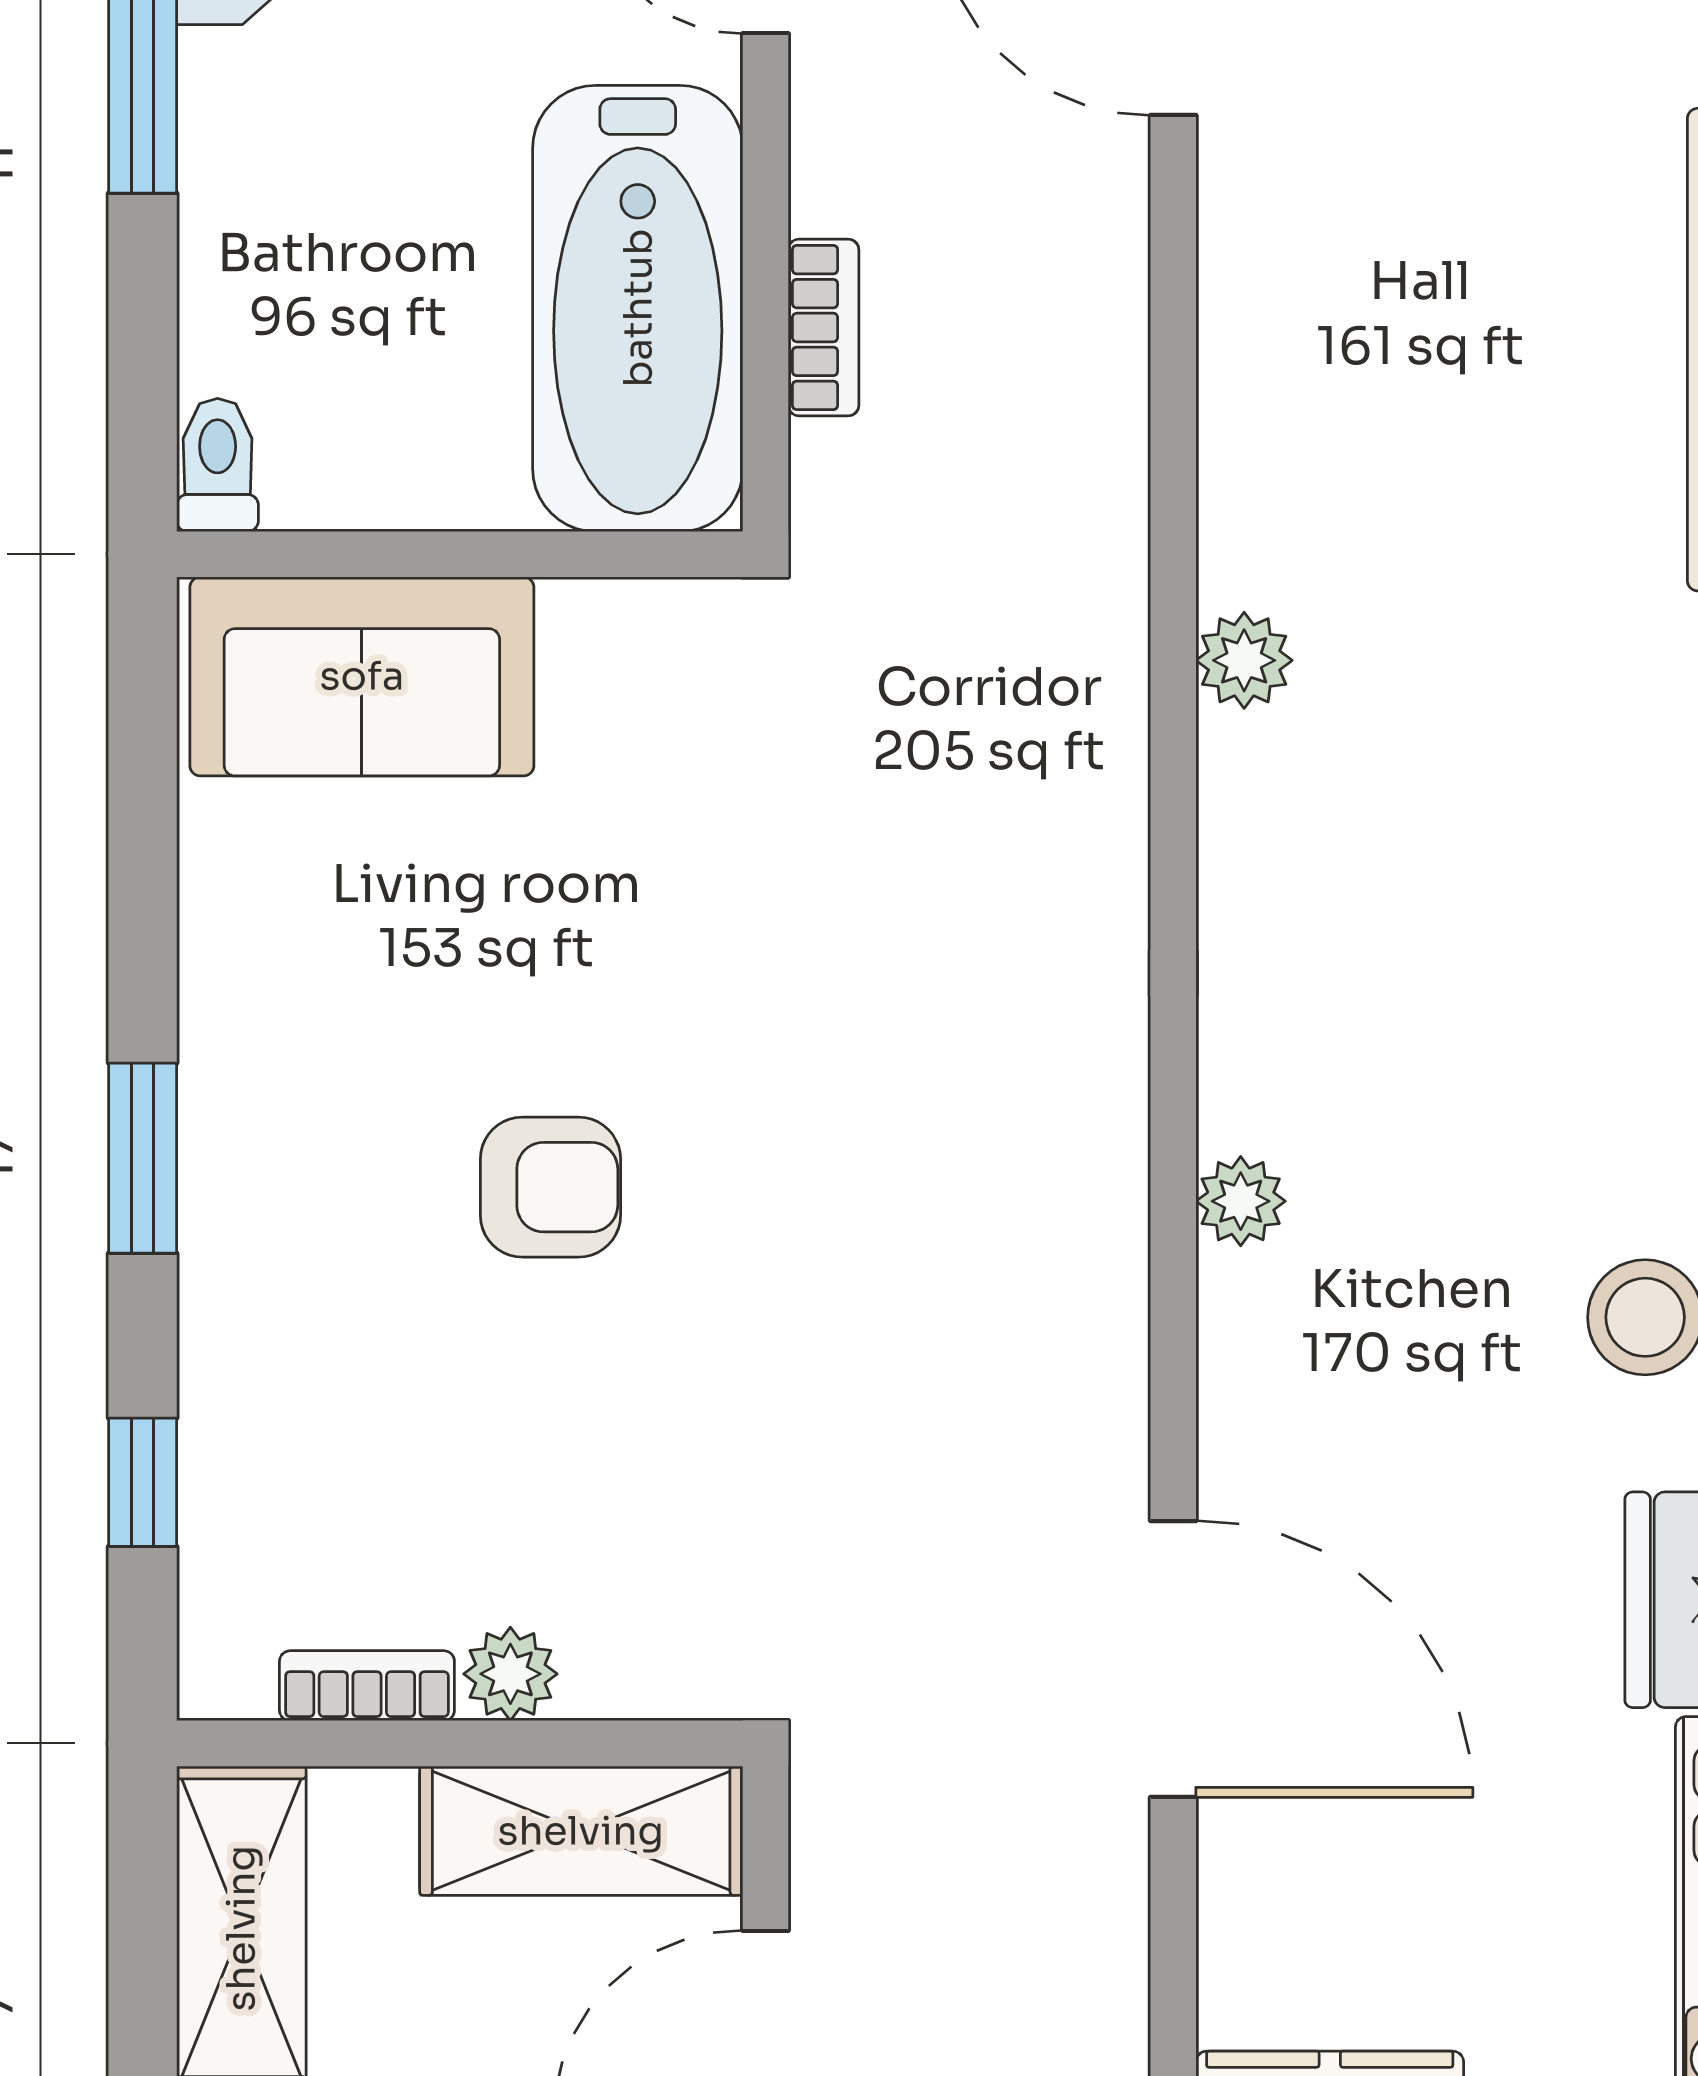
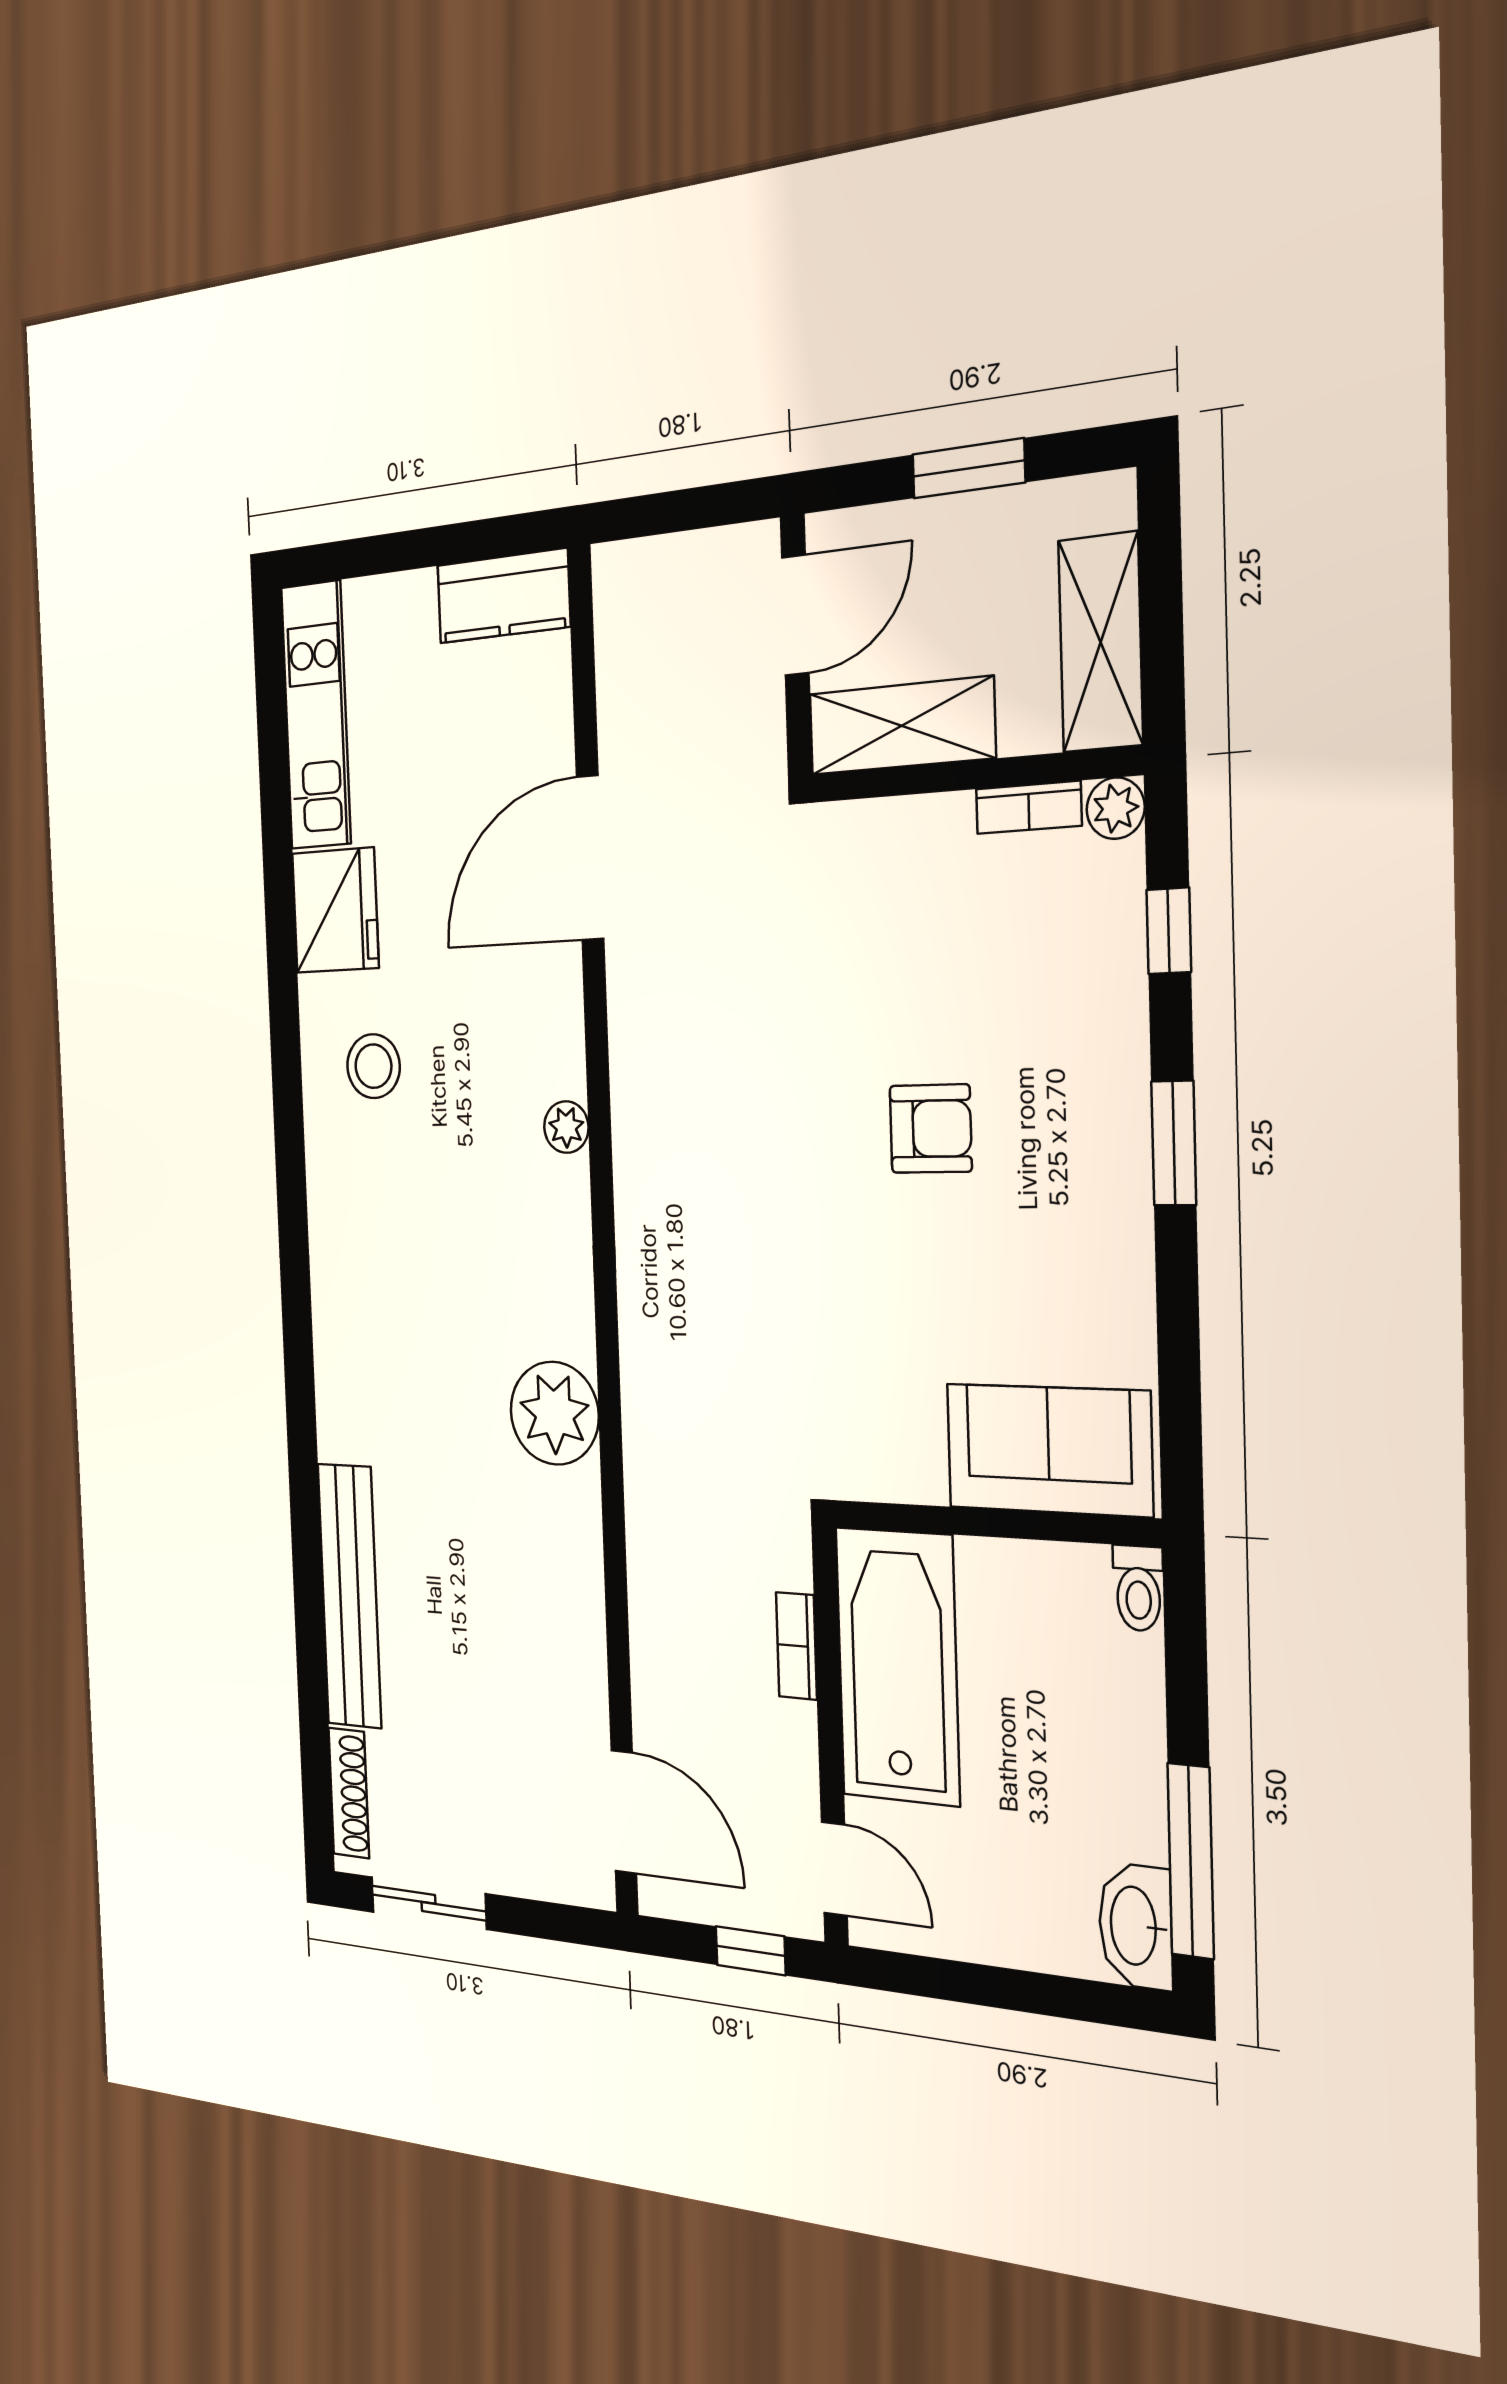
plant: (1244, 660) -> (554, 1413), width x1.88, depth x1.88
armchair: (550, 1187) -> (931, 1129), turned 180
door: (1173, 1659) -> (590, 858), hinge flipped
plant: (510, 1674) -> (1116, 808), moved

